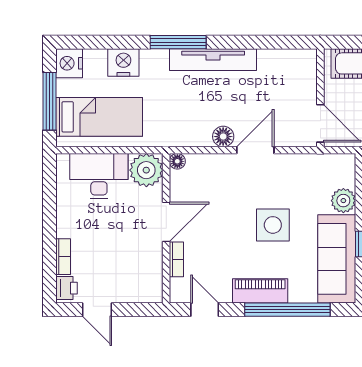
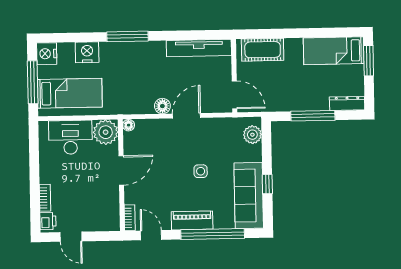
tv unit: (213, 60) -> (199, 48), moved
plant: (343, 201) -> (252, 135), moved
side table: (273, 225) -> (201, 171), width x0.54, depth x0.54
bookcase: (176, 259) -> (130, 218), moved

